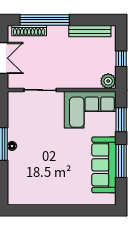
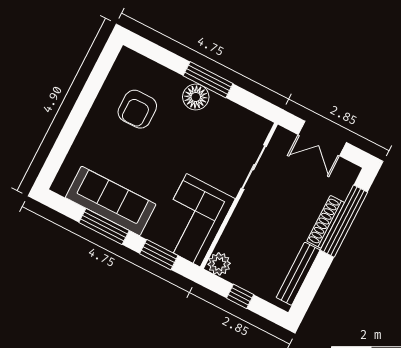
shoe rack: (29, 31) -> (326, 222), moved
floor lamp: (12, 146) -> (196, 97), width x1.89, depth x1.89
armchair: (41, 177) -> (137, 109), added

